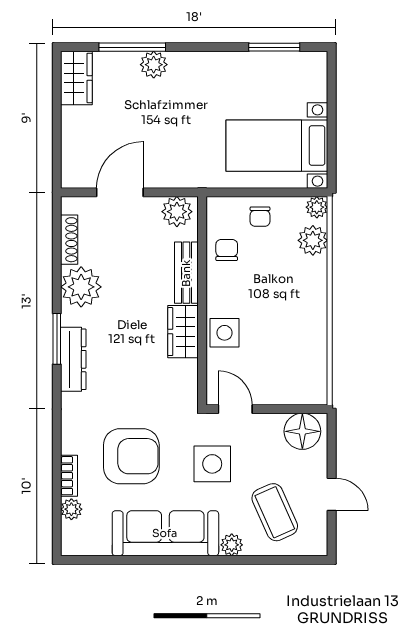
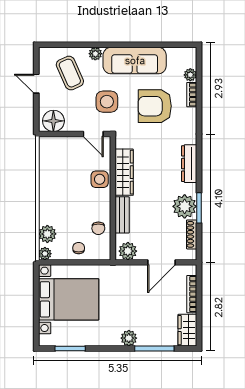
plant: (154, 65) -> (129, 338), moved
bookcase: (69, 139) -> (192, 294), added
bed with nightstands: (277, 146) -> (69, 299), width x1.36
wardrobe: (183, 332) -> (124, 172), width x1.50
window: (57, 339) -> (199, 208), moved

